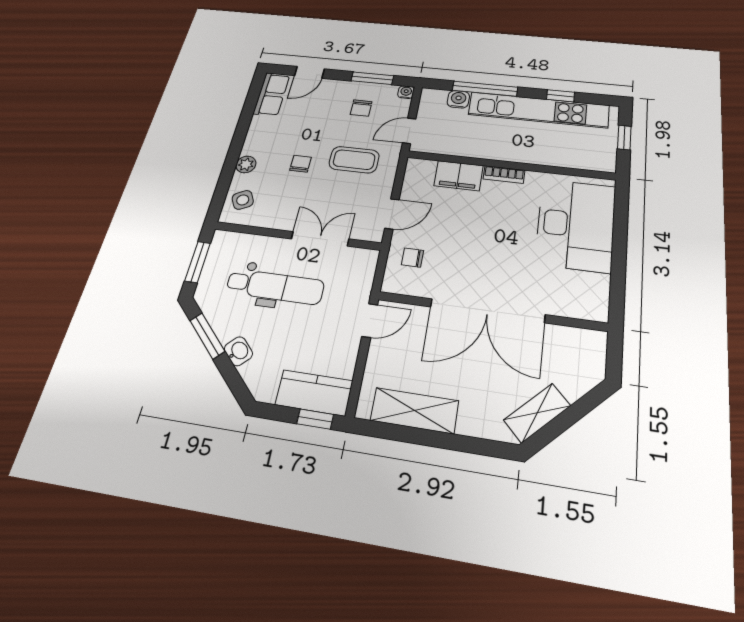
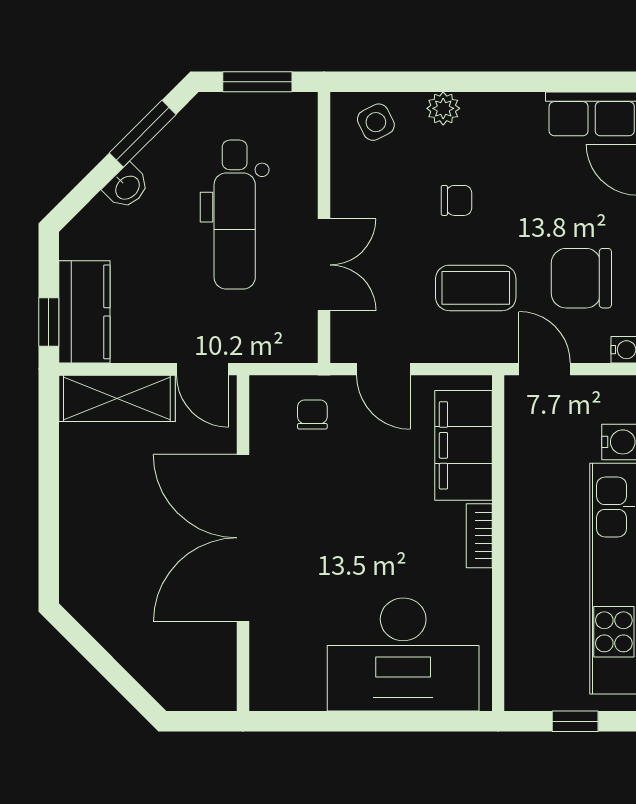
chair: (361, 108) -> (581, 278), width x1.87, depth x1.87
coffee table: (354, 160) -> (476, 288), turned 90
filing cabinet: (459, 176) -> (463, 445), width x1.50, depth x1.17
shelving: (414, 411) -> (117, 398), moved, turned 90
shelving: (537, 413) -> (105, 623), removed

